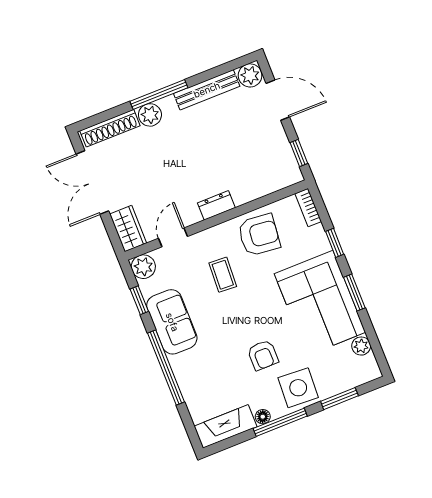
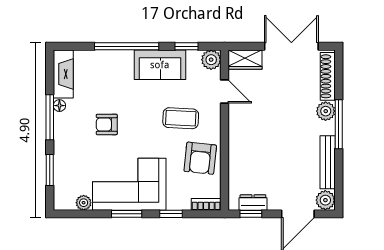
dresser: (216, 205) -> (253, 203), moved, turned -90
coffee table: (223, 275) -> (181, 118), width x1.36, depth x1.30
side table: (298, 388) -> (71, 142), removed

